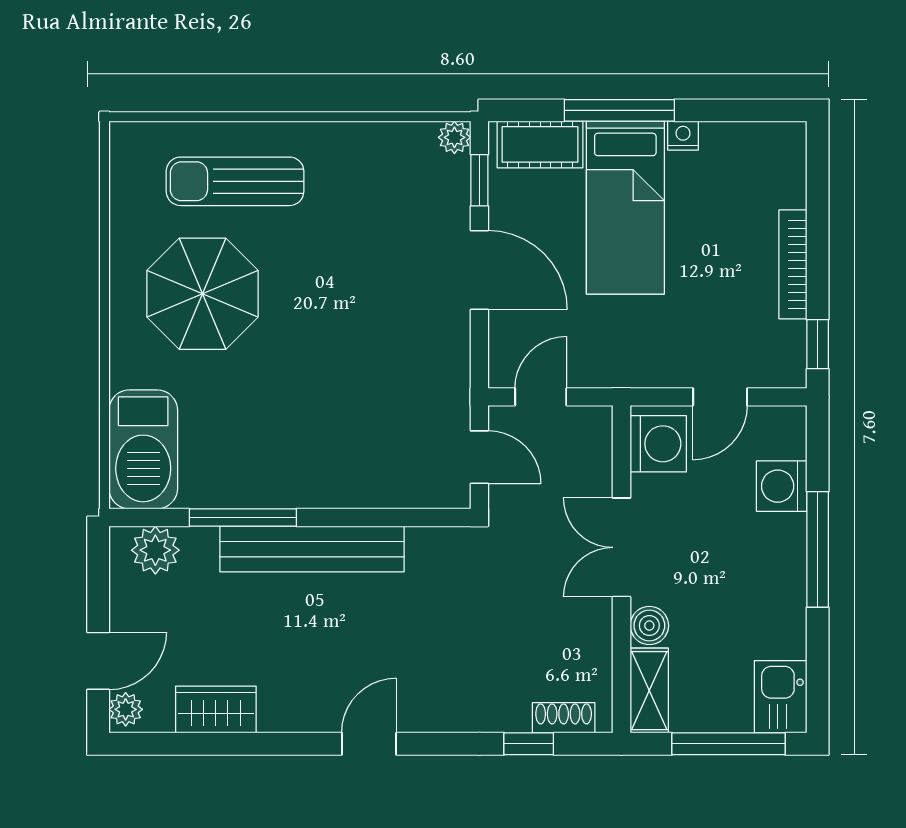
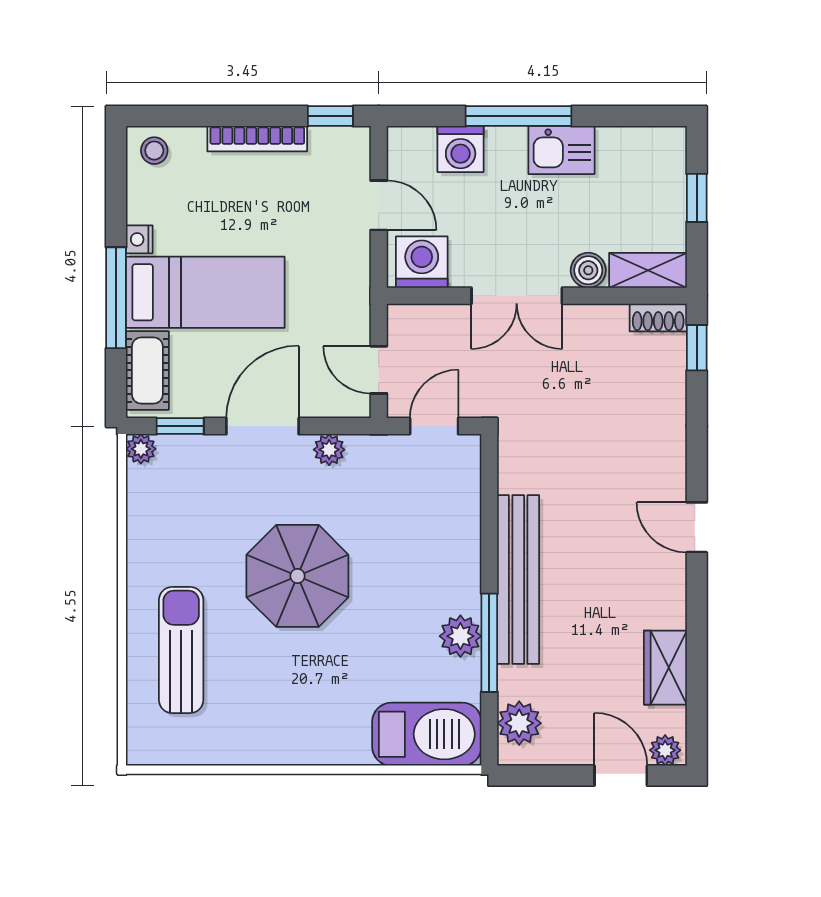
stool: (780, 152) -> (154, 151), added
sun lounger: (235, 181) -> (181, 650), turned 180
parasol: (203, 294) -> (297, 576), moved
plant: (454, 343) -> (329, 450), added
plant: (250, 486) -> (460, 636), added
kitchen sink: (781, 697) -> (561, 150), moved
shoe rack: (564, 718) -> (658, 318), moved, turned -90
window: (529, 744) -> (697, 348), moved
window: (728, 744) -> (697, 198), width x0.46

